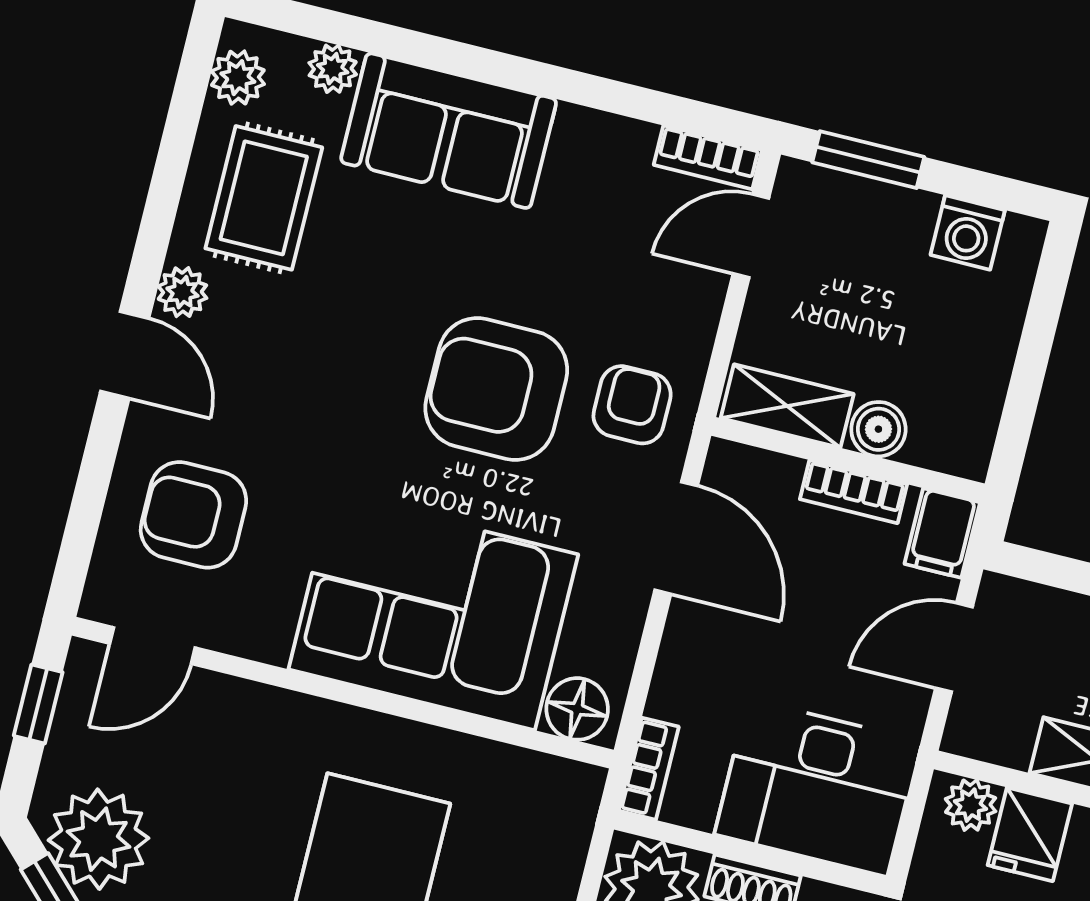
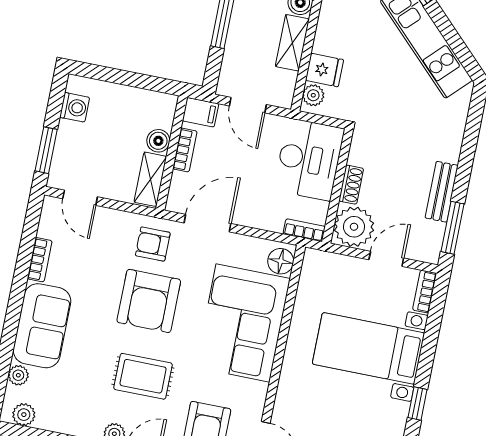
bookcase: (708, 157) -> (40, 260), moved
rug: (264, 198) -> (143, 376), moved

